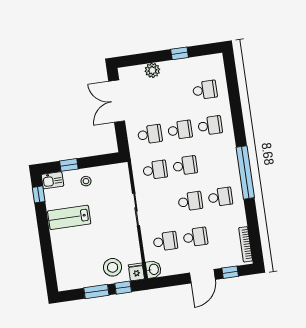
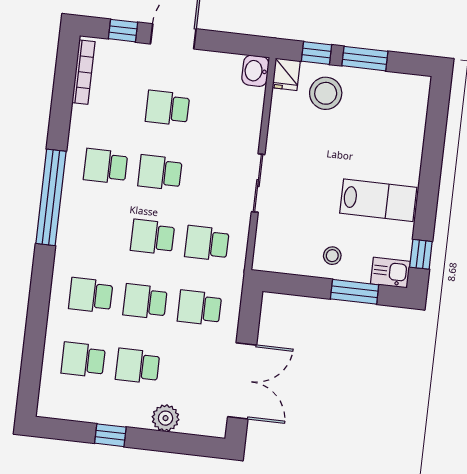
window: (69, 165) -> (355, 292), width x1.50
school desk: (165, 241) -> (138, 366), moved

